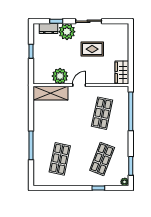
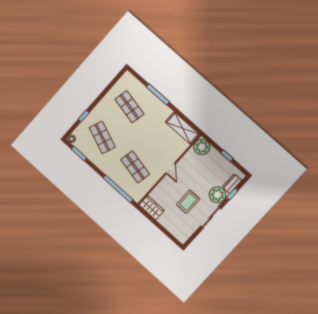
plant: (60, 76) -> (202, 147), moved
shelving: (50, 93) -> (182, 128), moved, turned 90

